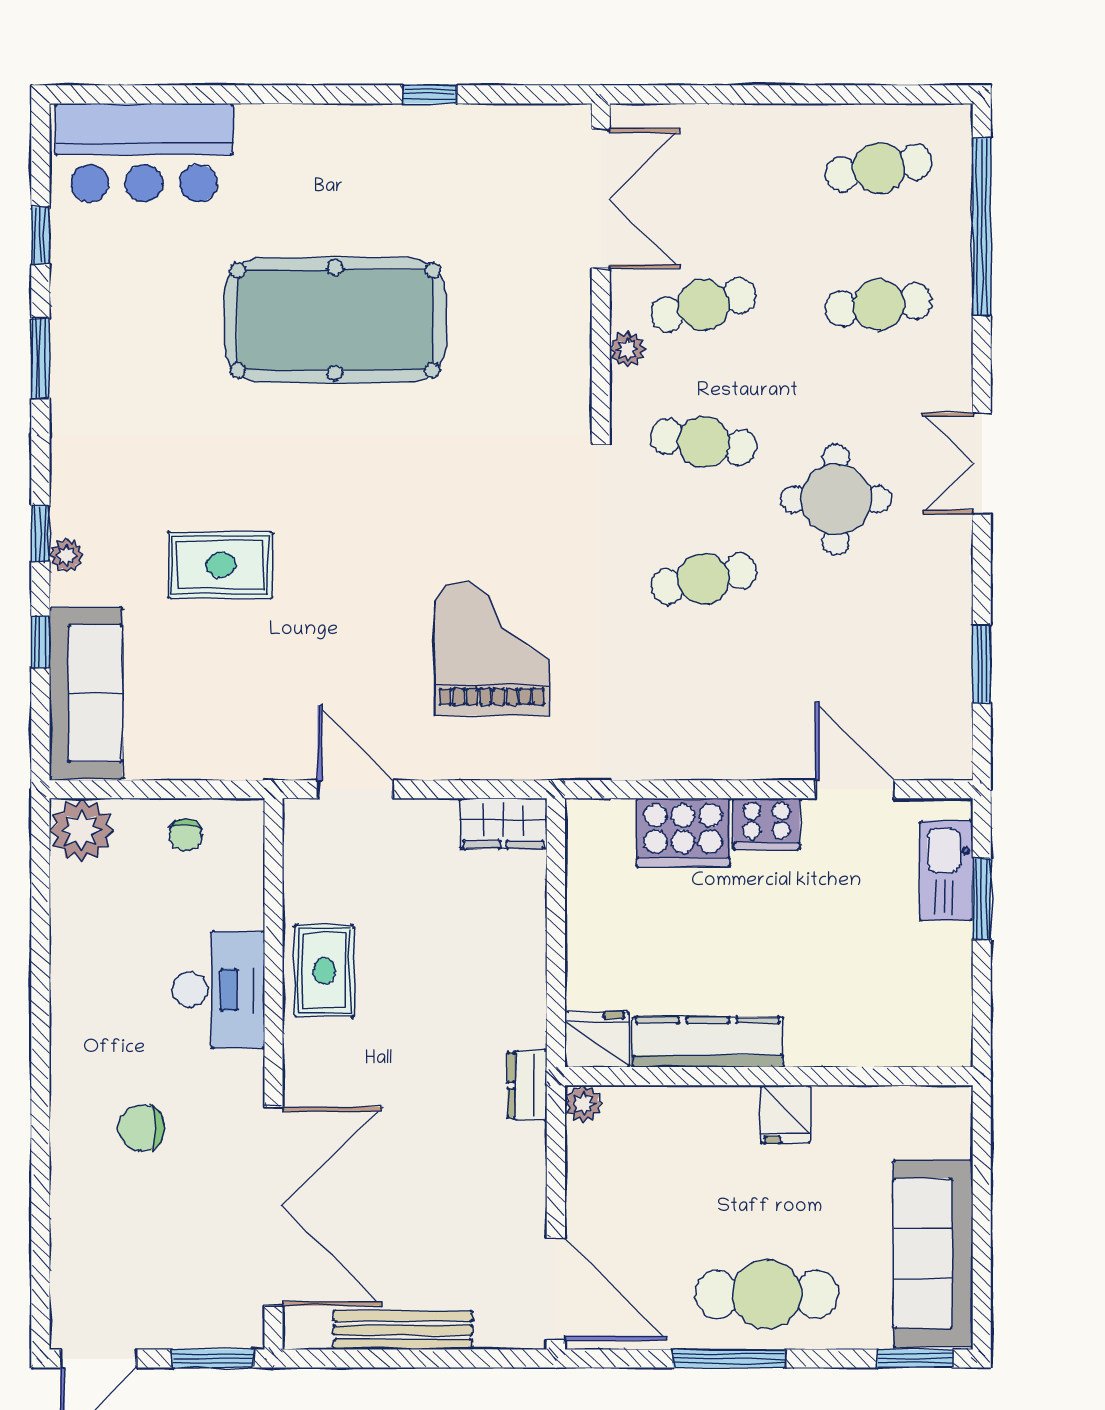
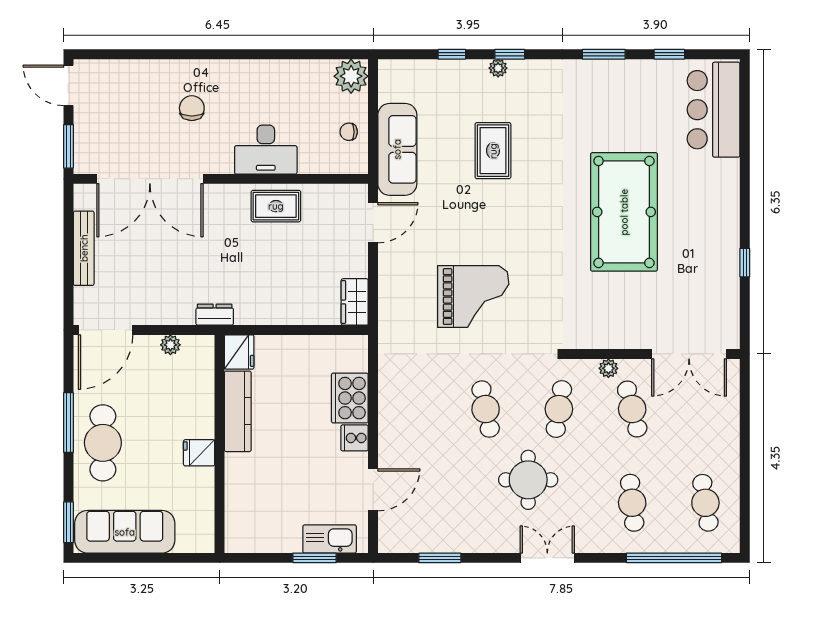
grand piano: (492, 649) -> (473, 297), moved
sofa: (86, 693) -> (397, 149), moved, turned -90
cooker: (766, 824) -> (354, 438), width x0.73
plant: (584, 1104) -> (170, 345), moved

